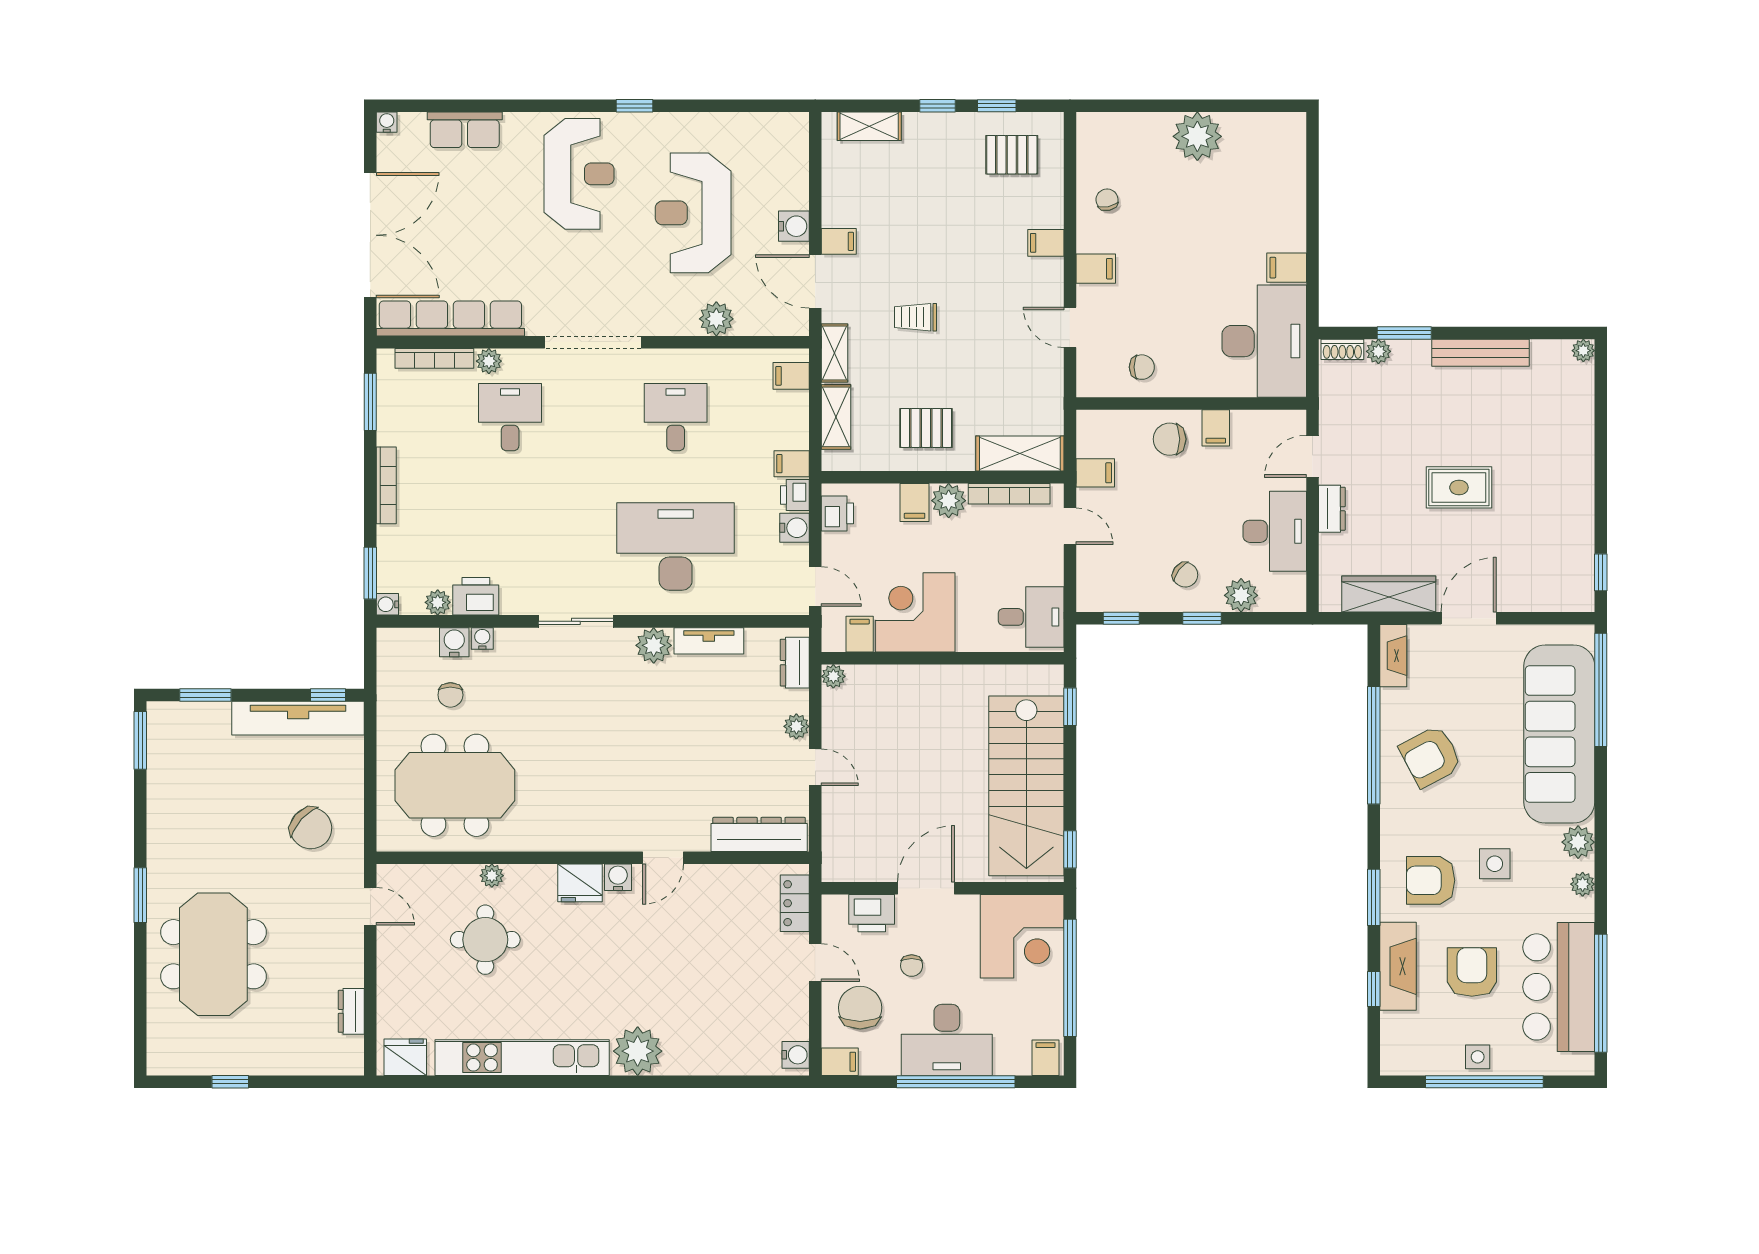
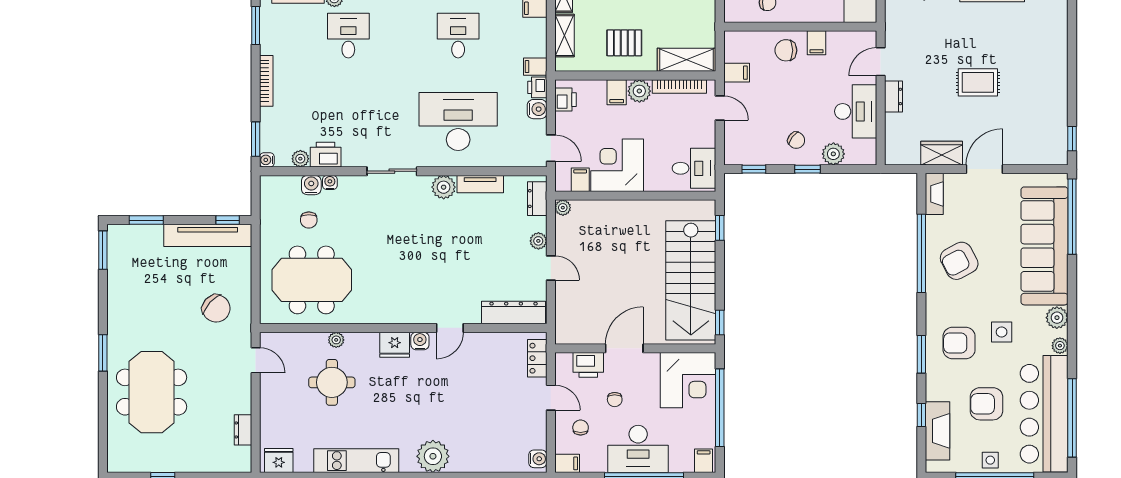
wardrobe: (1389, 594) -> (942, 153), width x0.67
fireplace: (1398, 966) -> (938, 431), moved
armchair: (1472, 972) -> (986, 404), turned -90
bar counter: (1559, 987) -> (1044, 414), width x1.36
chair: (860, 1008) -> (581, 428), width x0.54, depth x0.54
kitchen unit: (522, 1058) -> (356, 461), width x0.73

